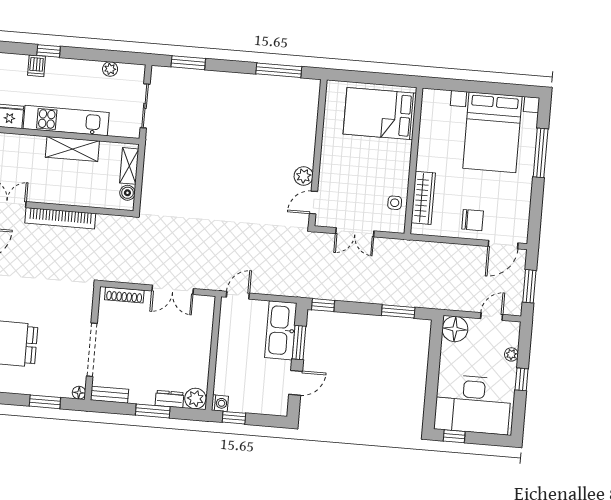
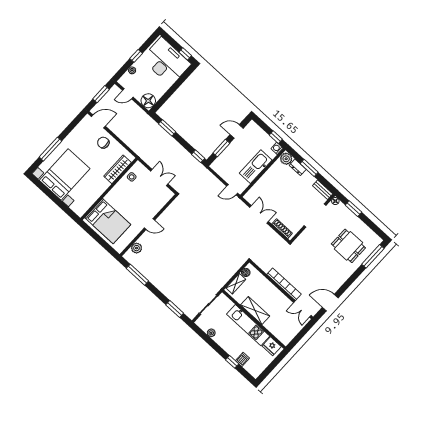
plant: (304, 176) -> (137, 248), moved
door: (313, 203) -> (150, 224), moved
kitchen sink: (281, 330) -> (256, 167), moved, turned 180

